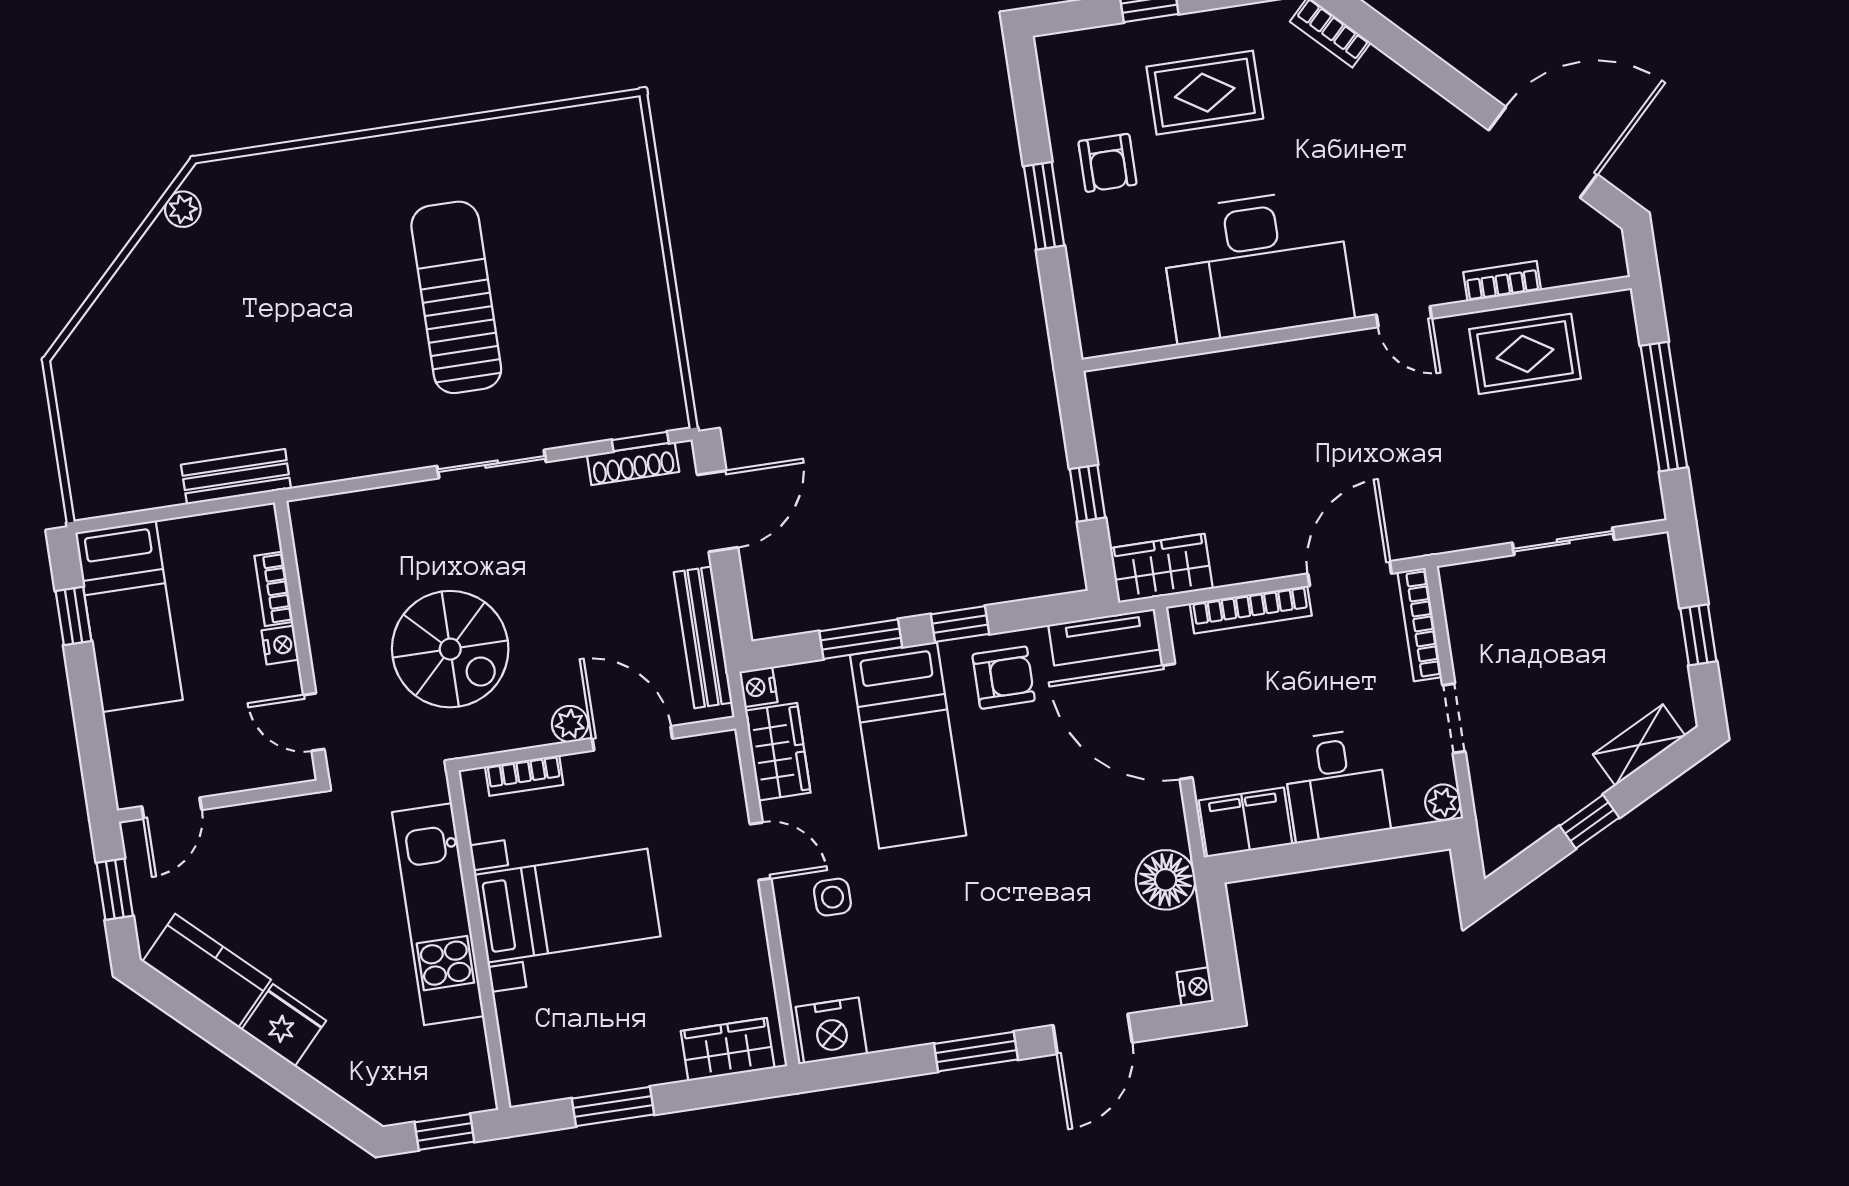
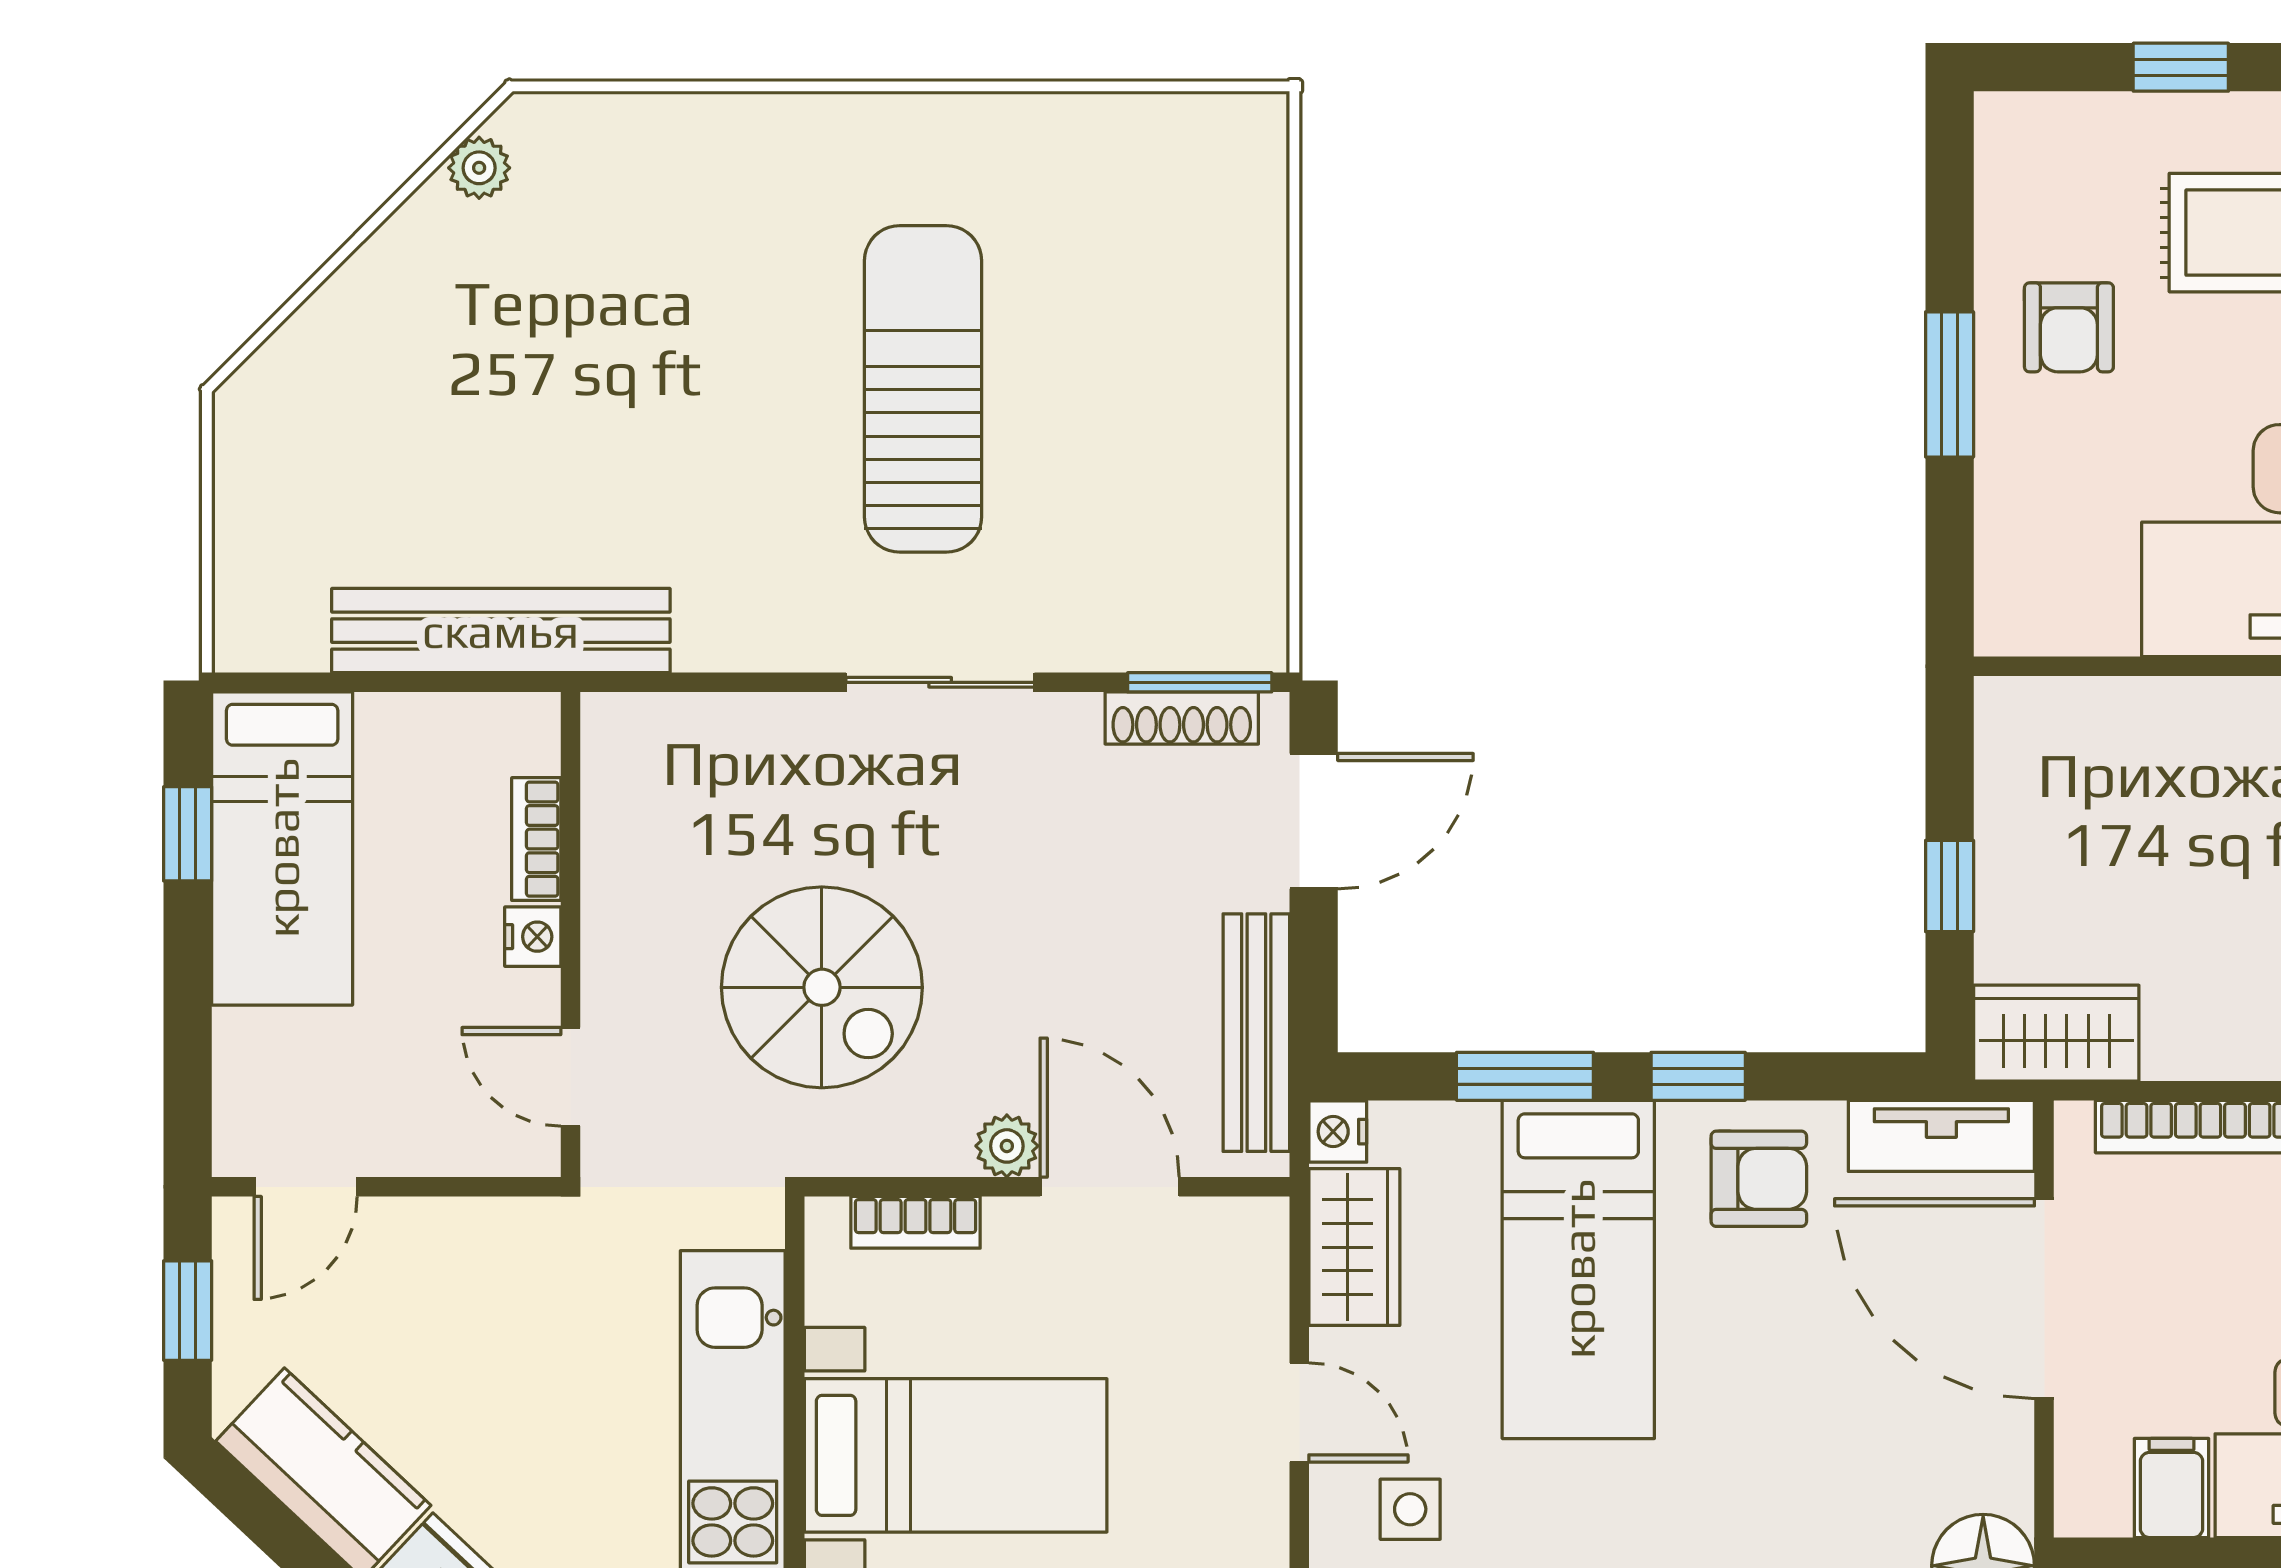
window: (640, 442) -> (1200, 682), width x1.50
bench: (236, 477) -> (501, 631), width x1.86, depth x1.21
filing cabinet: (1246, 822) -> (2172, 1488), width x0.50

